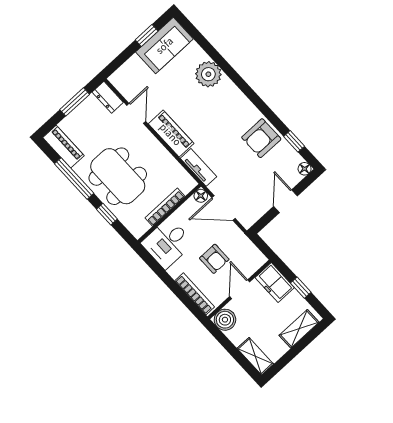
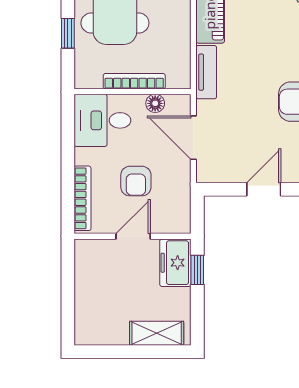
floor lamp: (201, 196) -> (155, 103), moved
window: (301, 288) -> (197, 270), moved
boiler: (225, 320) -> (89, 254), removed
shelving: (255, 356) -> (86, 320), removed

